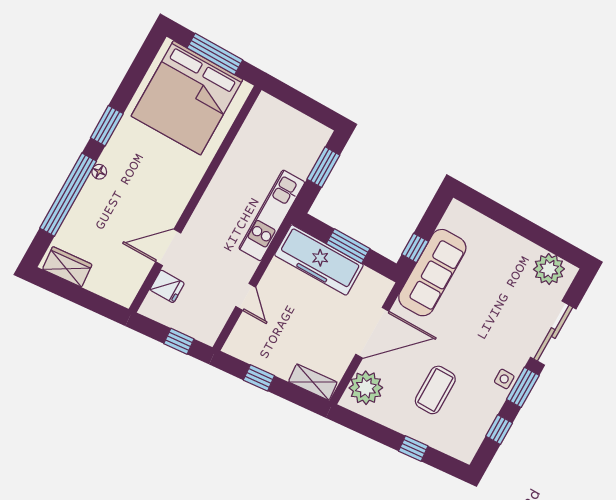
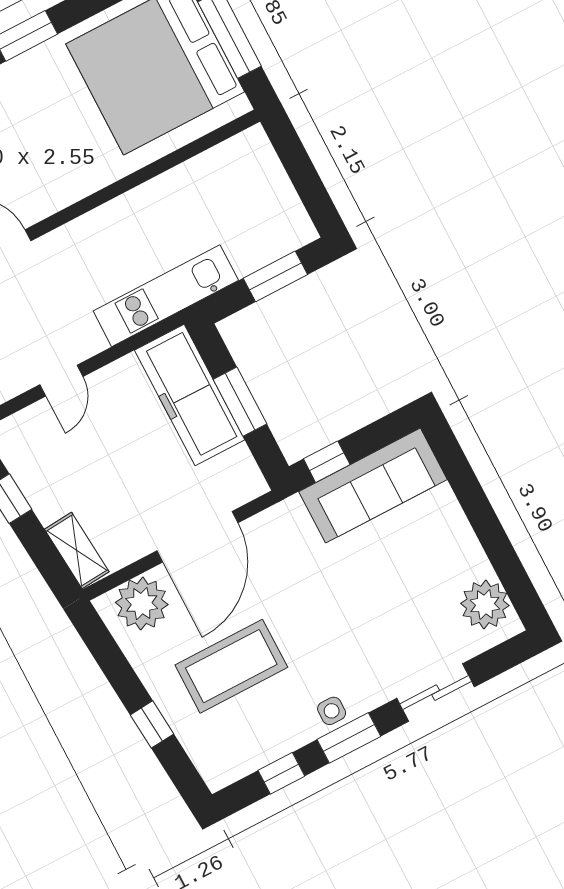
sofa: (432, 273) -> (373, 486), moved
door: (372, 333) -> (197, 537), hinge flipped
sliding door: (553, 333) -> (436, 693), width x0.73
coffee table: (435, 390) -> (231, 666), width x1.36, depth x1.32

